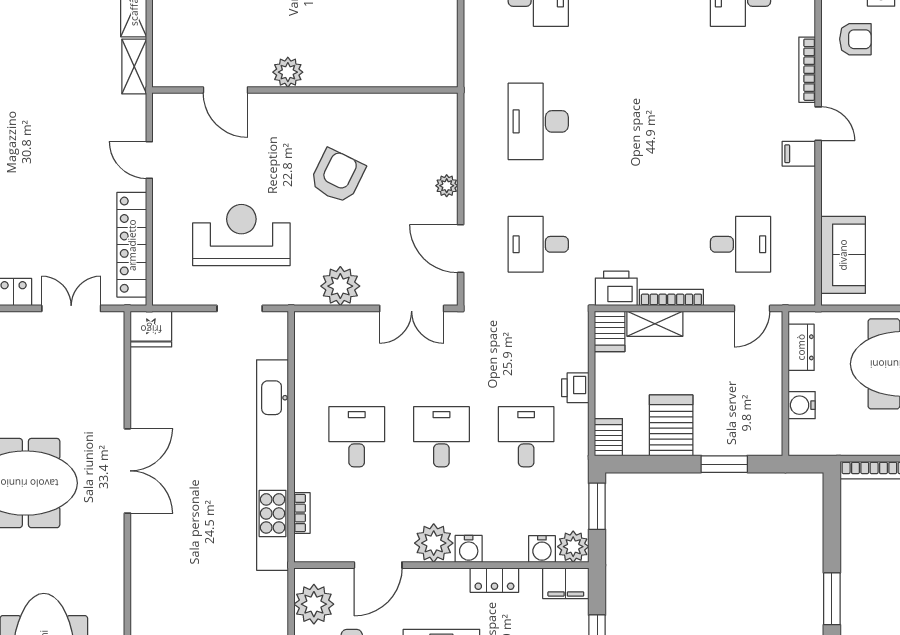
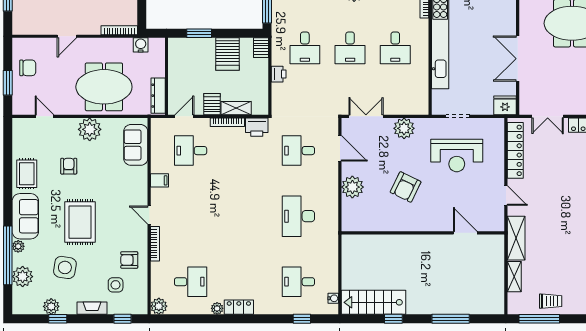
shelving: (134, 66) -> (516, 238), width x1.50, depth x1.33
plant: (288, 72) -> (432, 242), removed
desk: (538, 121) -> (298, 216), turned 180
filing cabinet: (799, 154) -> (159, 180), moved
plant: (447, 186) -> (352, 187), width x1.88, depth x1.88
desk: (538, 244) -> (298, 151), turned 180
server rack: (610, 331) -> (212, 104), moved
dresser: (801, 347) -> (158, 96), width x1.44
water cooler: (802, 405) -> (141, 45), moved, turned -90
double door: (127, 471) -> (518, 59), moved

